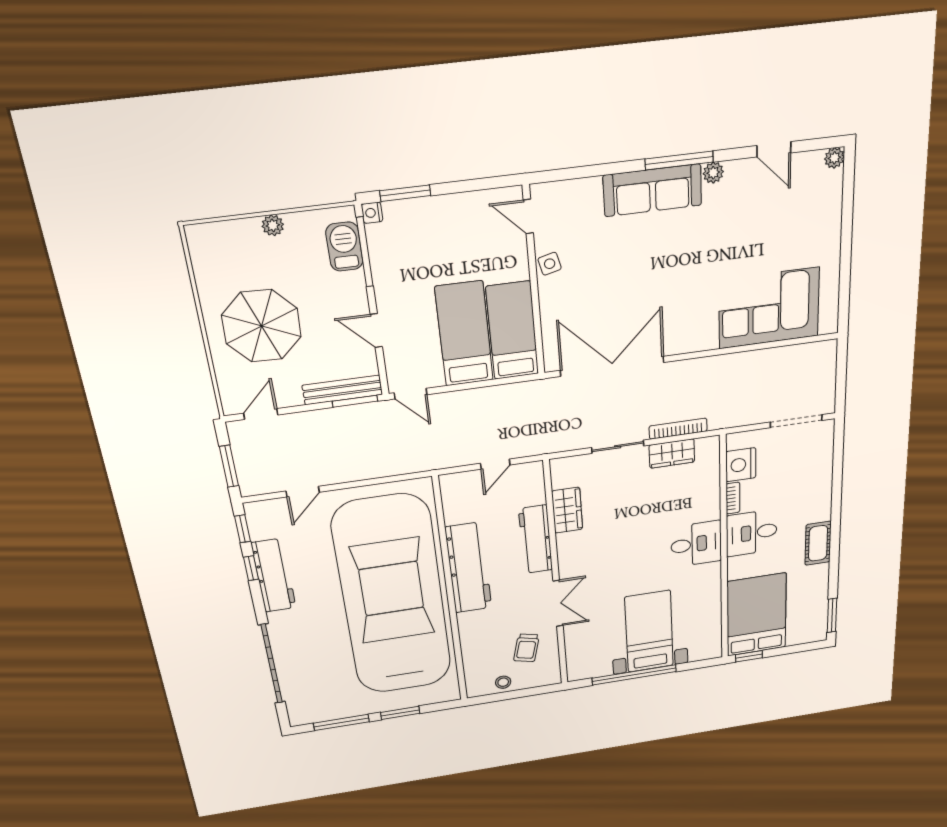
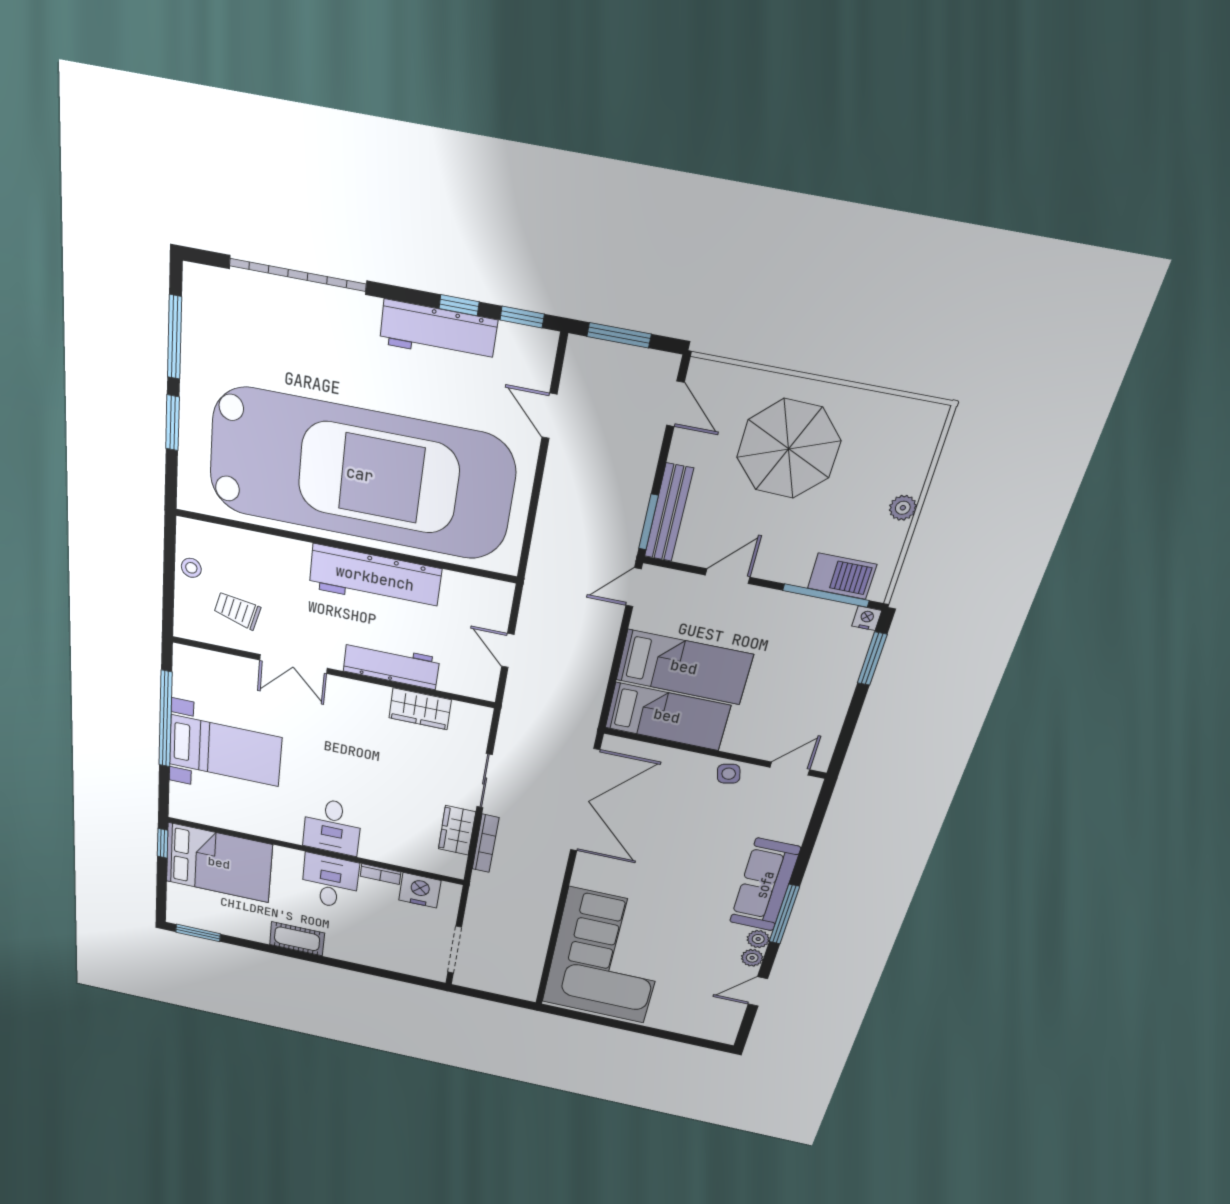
plant: (834, 158) -> (752, 958), moved
corner sofa: (769, 308) -> (607, 956), width x1.36, depth x1.36

